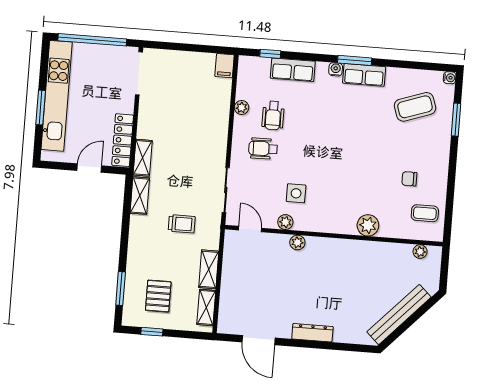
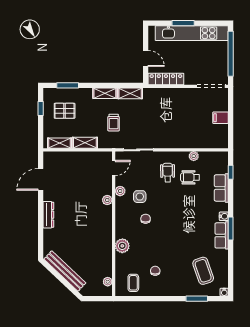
filing cabinet: (225, 66) -> (220, 118), moved
shelving: (143, 158) -> (105, 93), moved
chair: (330, 187) -> (146, 219), added

